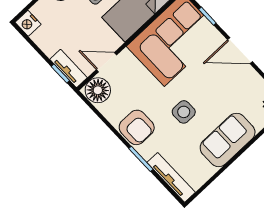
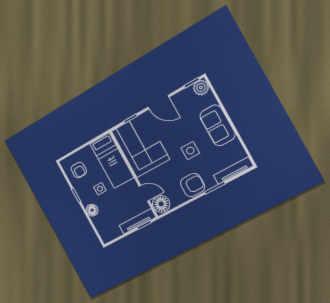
nightstand: (28, 23) -> (107, 236), removed
door: (240, 51) -> (158, 102), hinge flipped
door: (106, 62) -> (144, 193), swing flipped
tv unit: (69, 68) -> (137, 221), width x1.41

